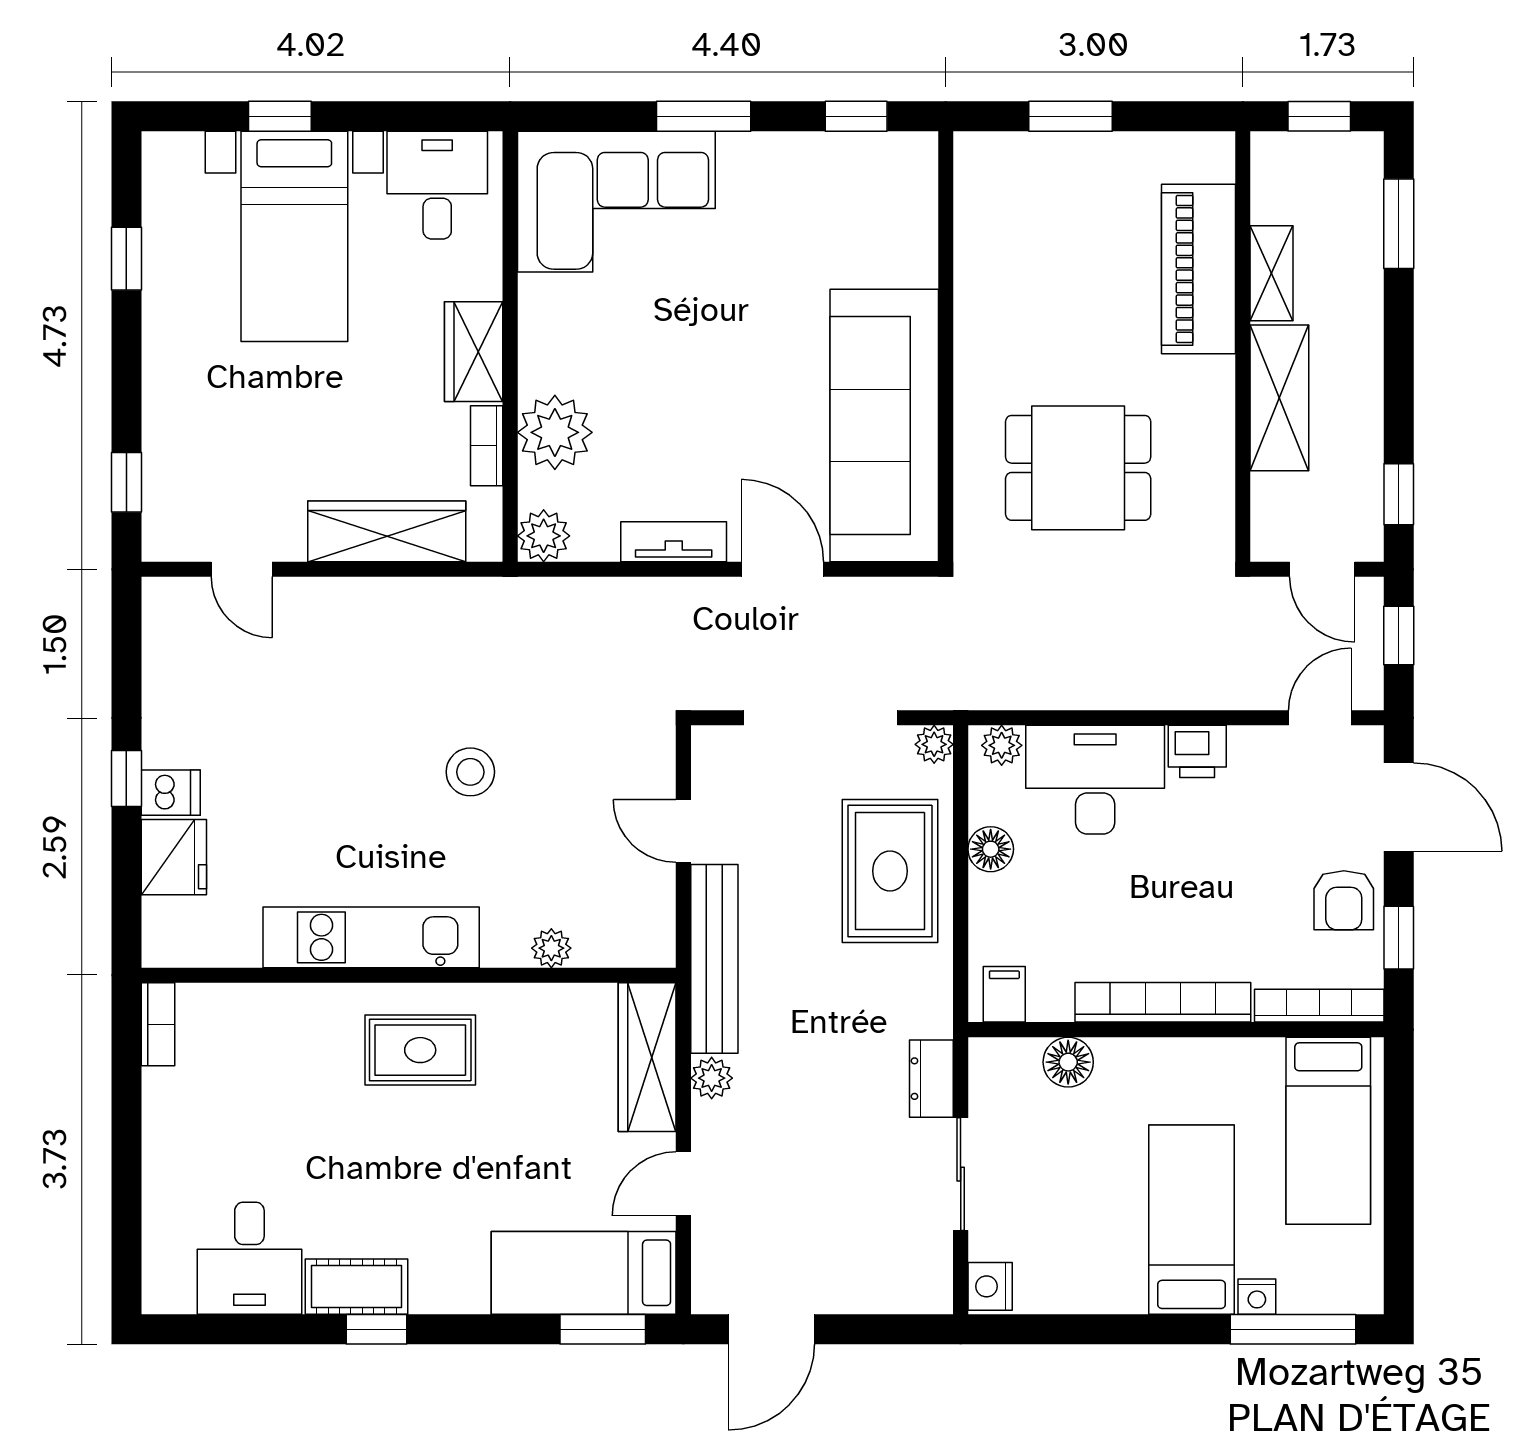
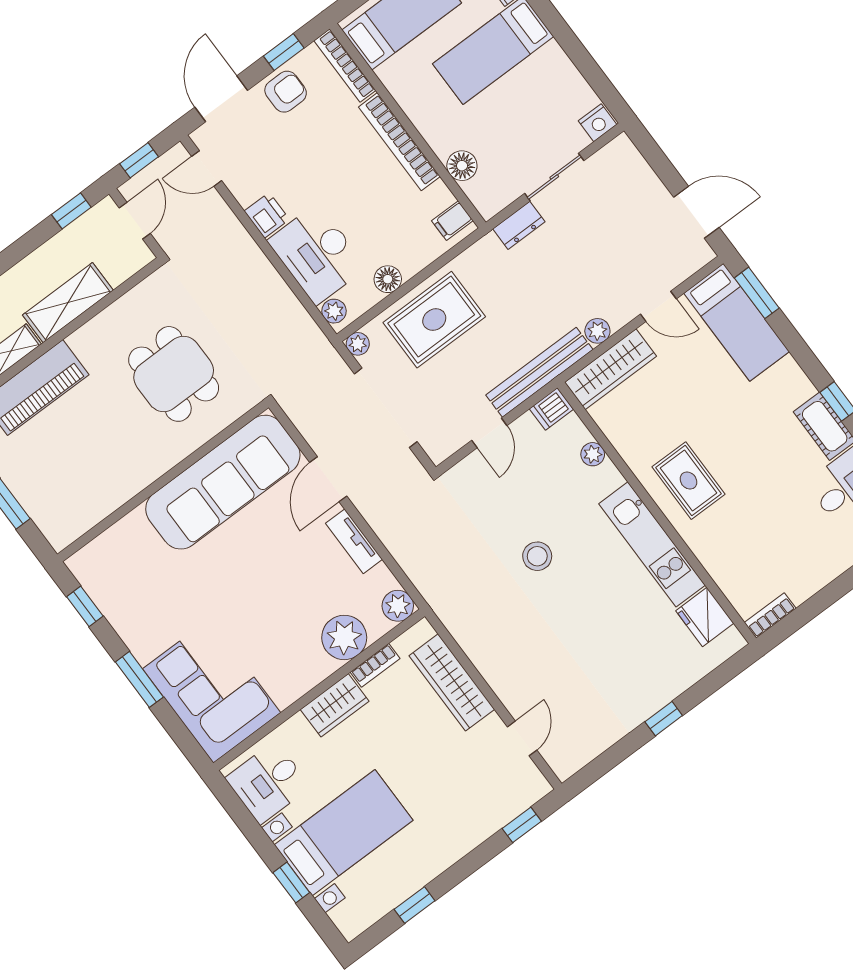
dishwasher: (171, 793) -> (551, 409), moved, turned -90
fridge: (174, 857) -> (705, 617), moved, turned -90

